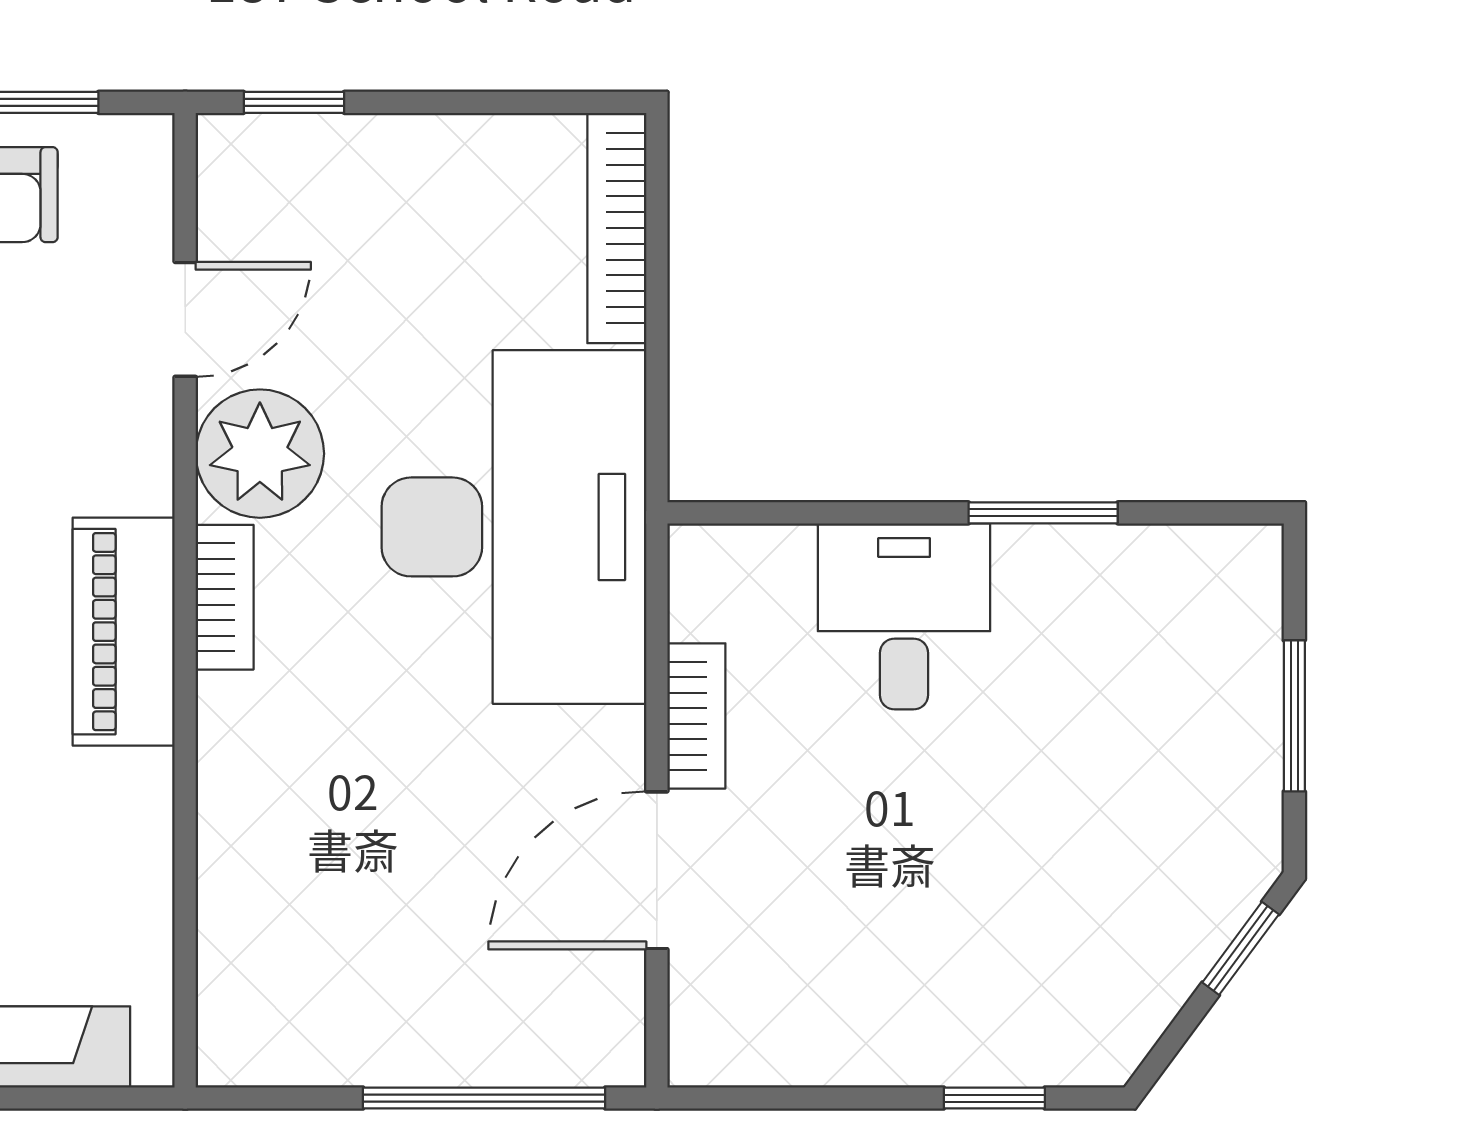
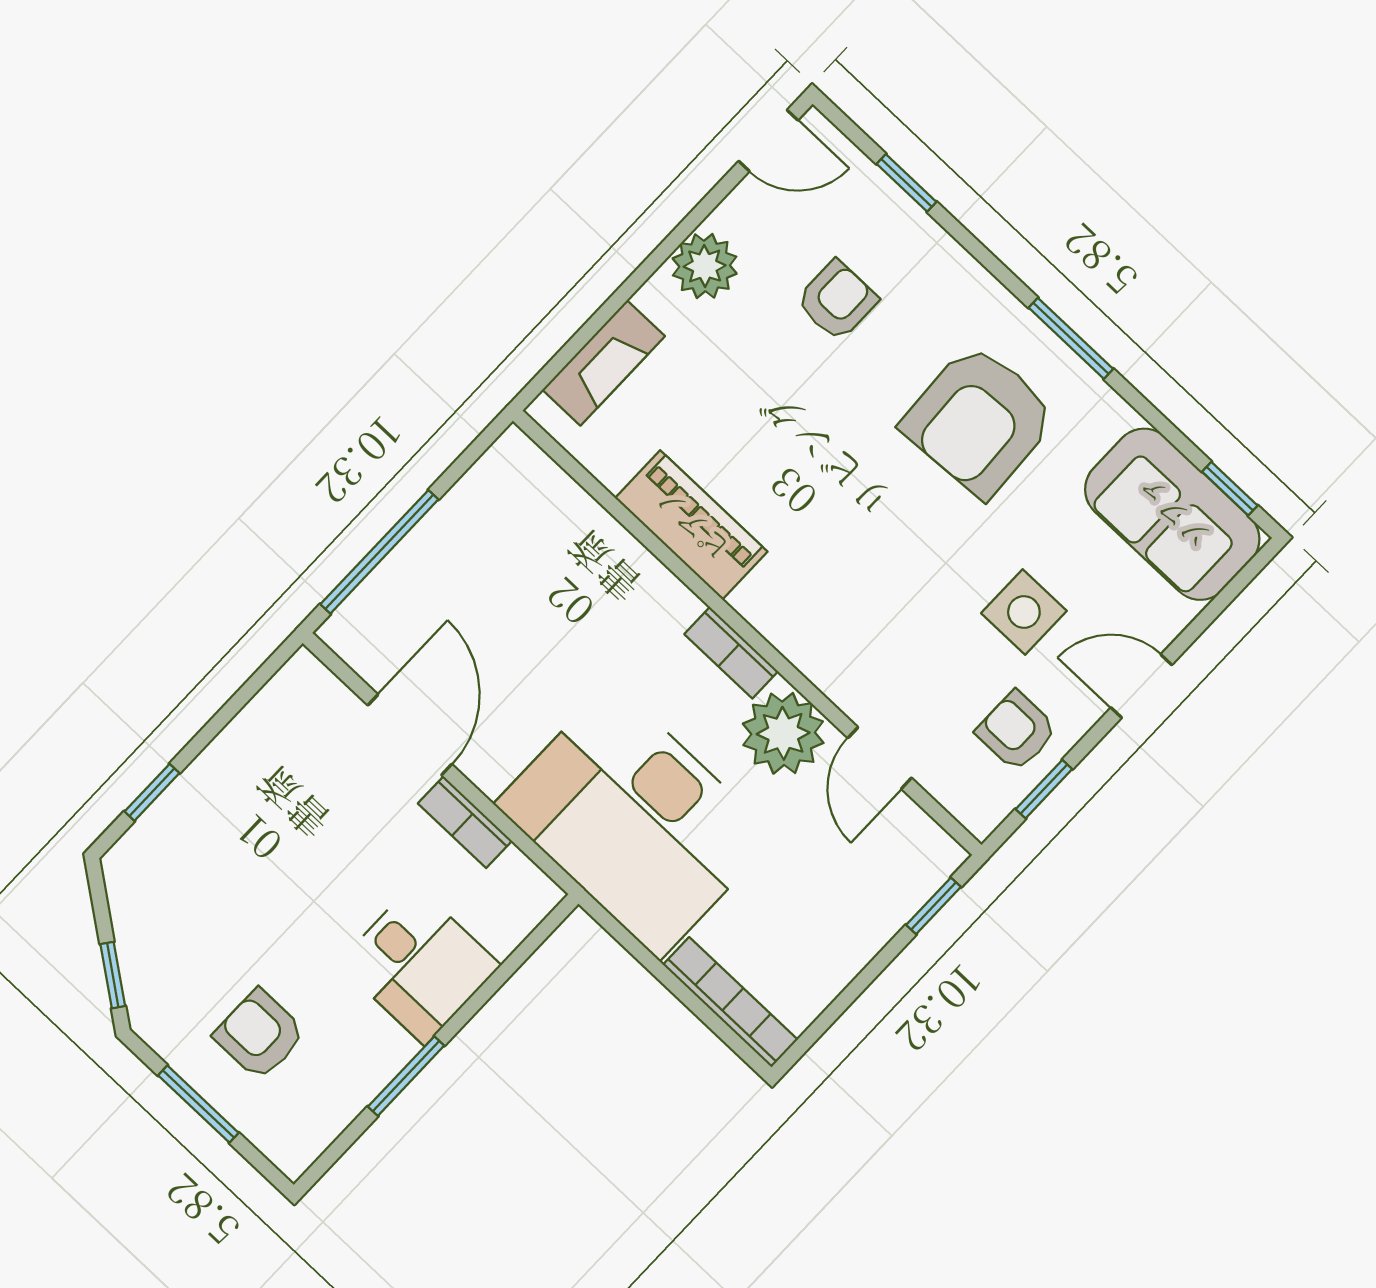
piano: (124, 632) -> (691, 525), moved
armchair: (1152, 721) -> (260, 1034), added

